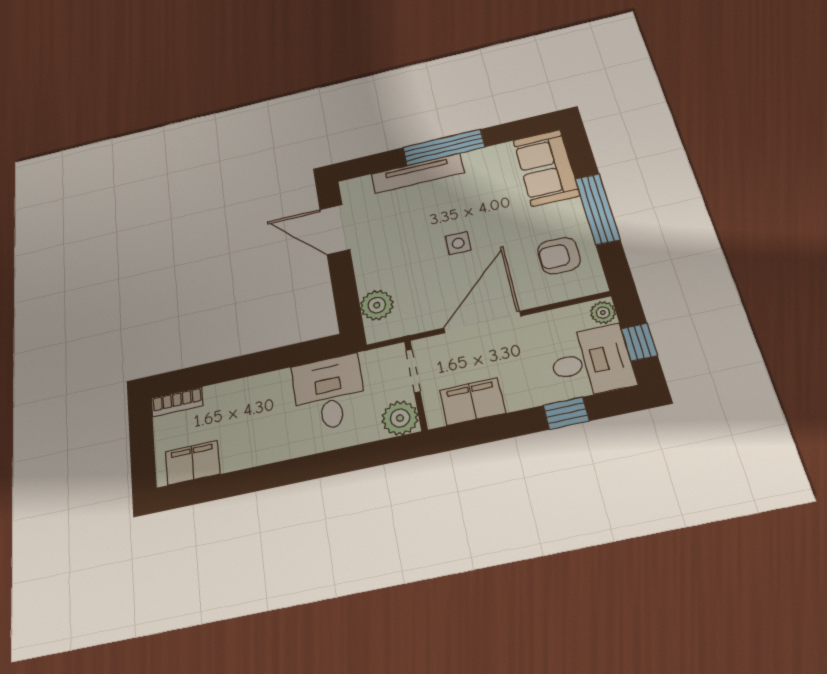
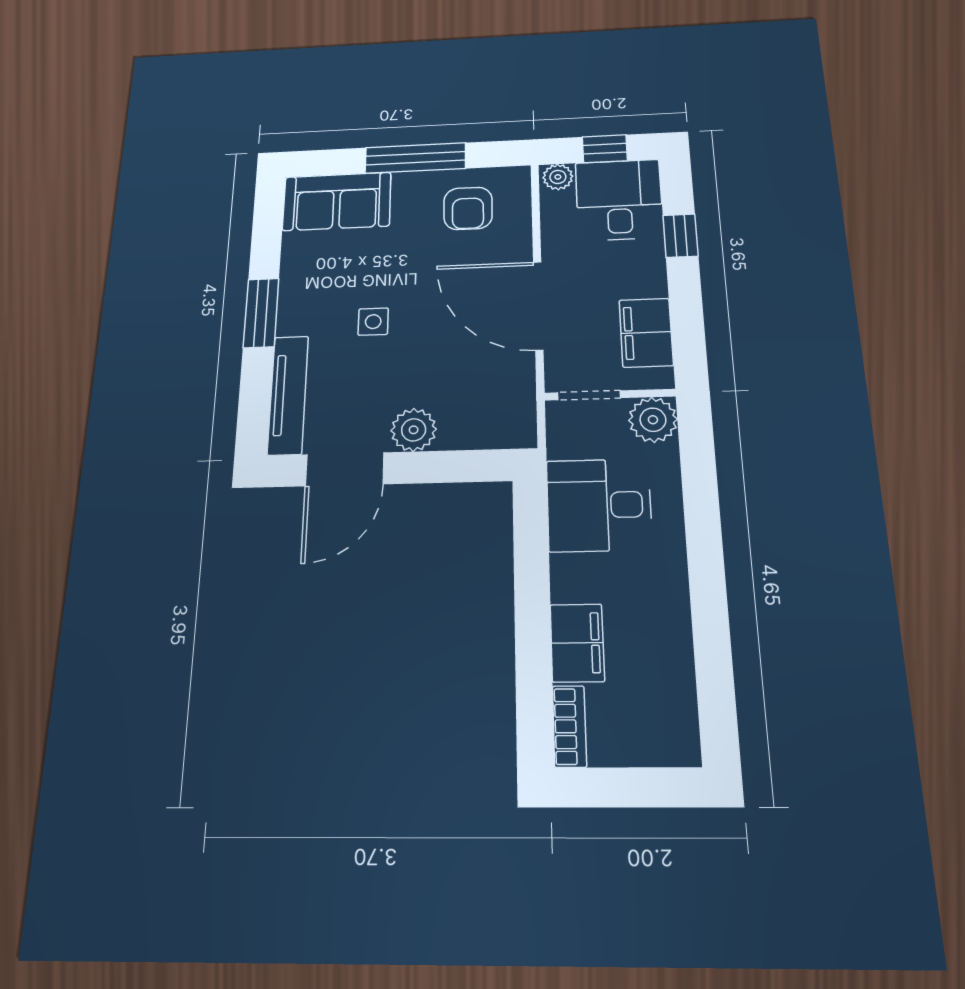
window: (444, 147) -> (261, 313), width x0.69
tv unit: (417, 173) -> (288, 395), moved
side table: (458, 243) -> (373, 322), moved
plant: (377, 305) -> (414, 430), moved
filing cabinet: (193, 463) -> (577, 643), moved, turned 180

